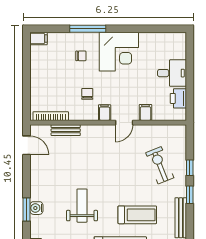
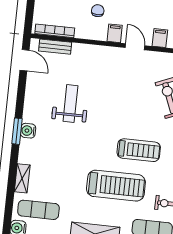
door: (124, 123) -> (135, 47), swing flipped
bench: (66, 130) -> (55, 47), moved
weight bench: (82, 206) -> (70, 103), moved

